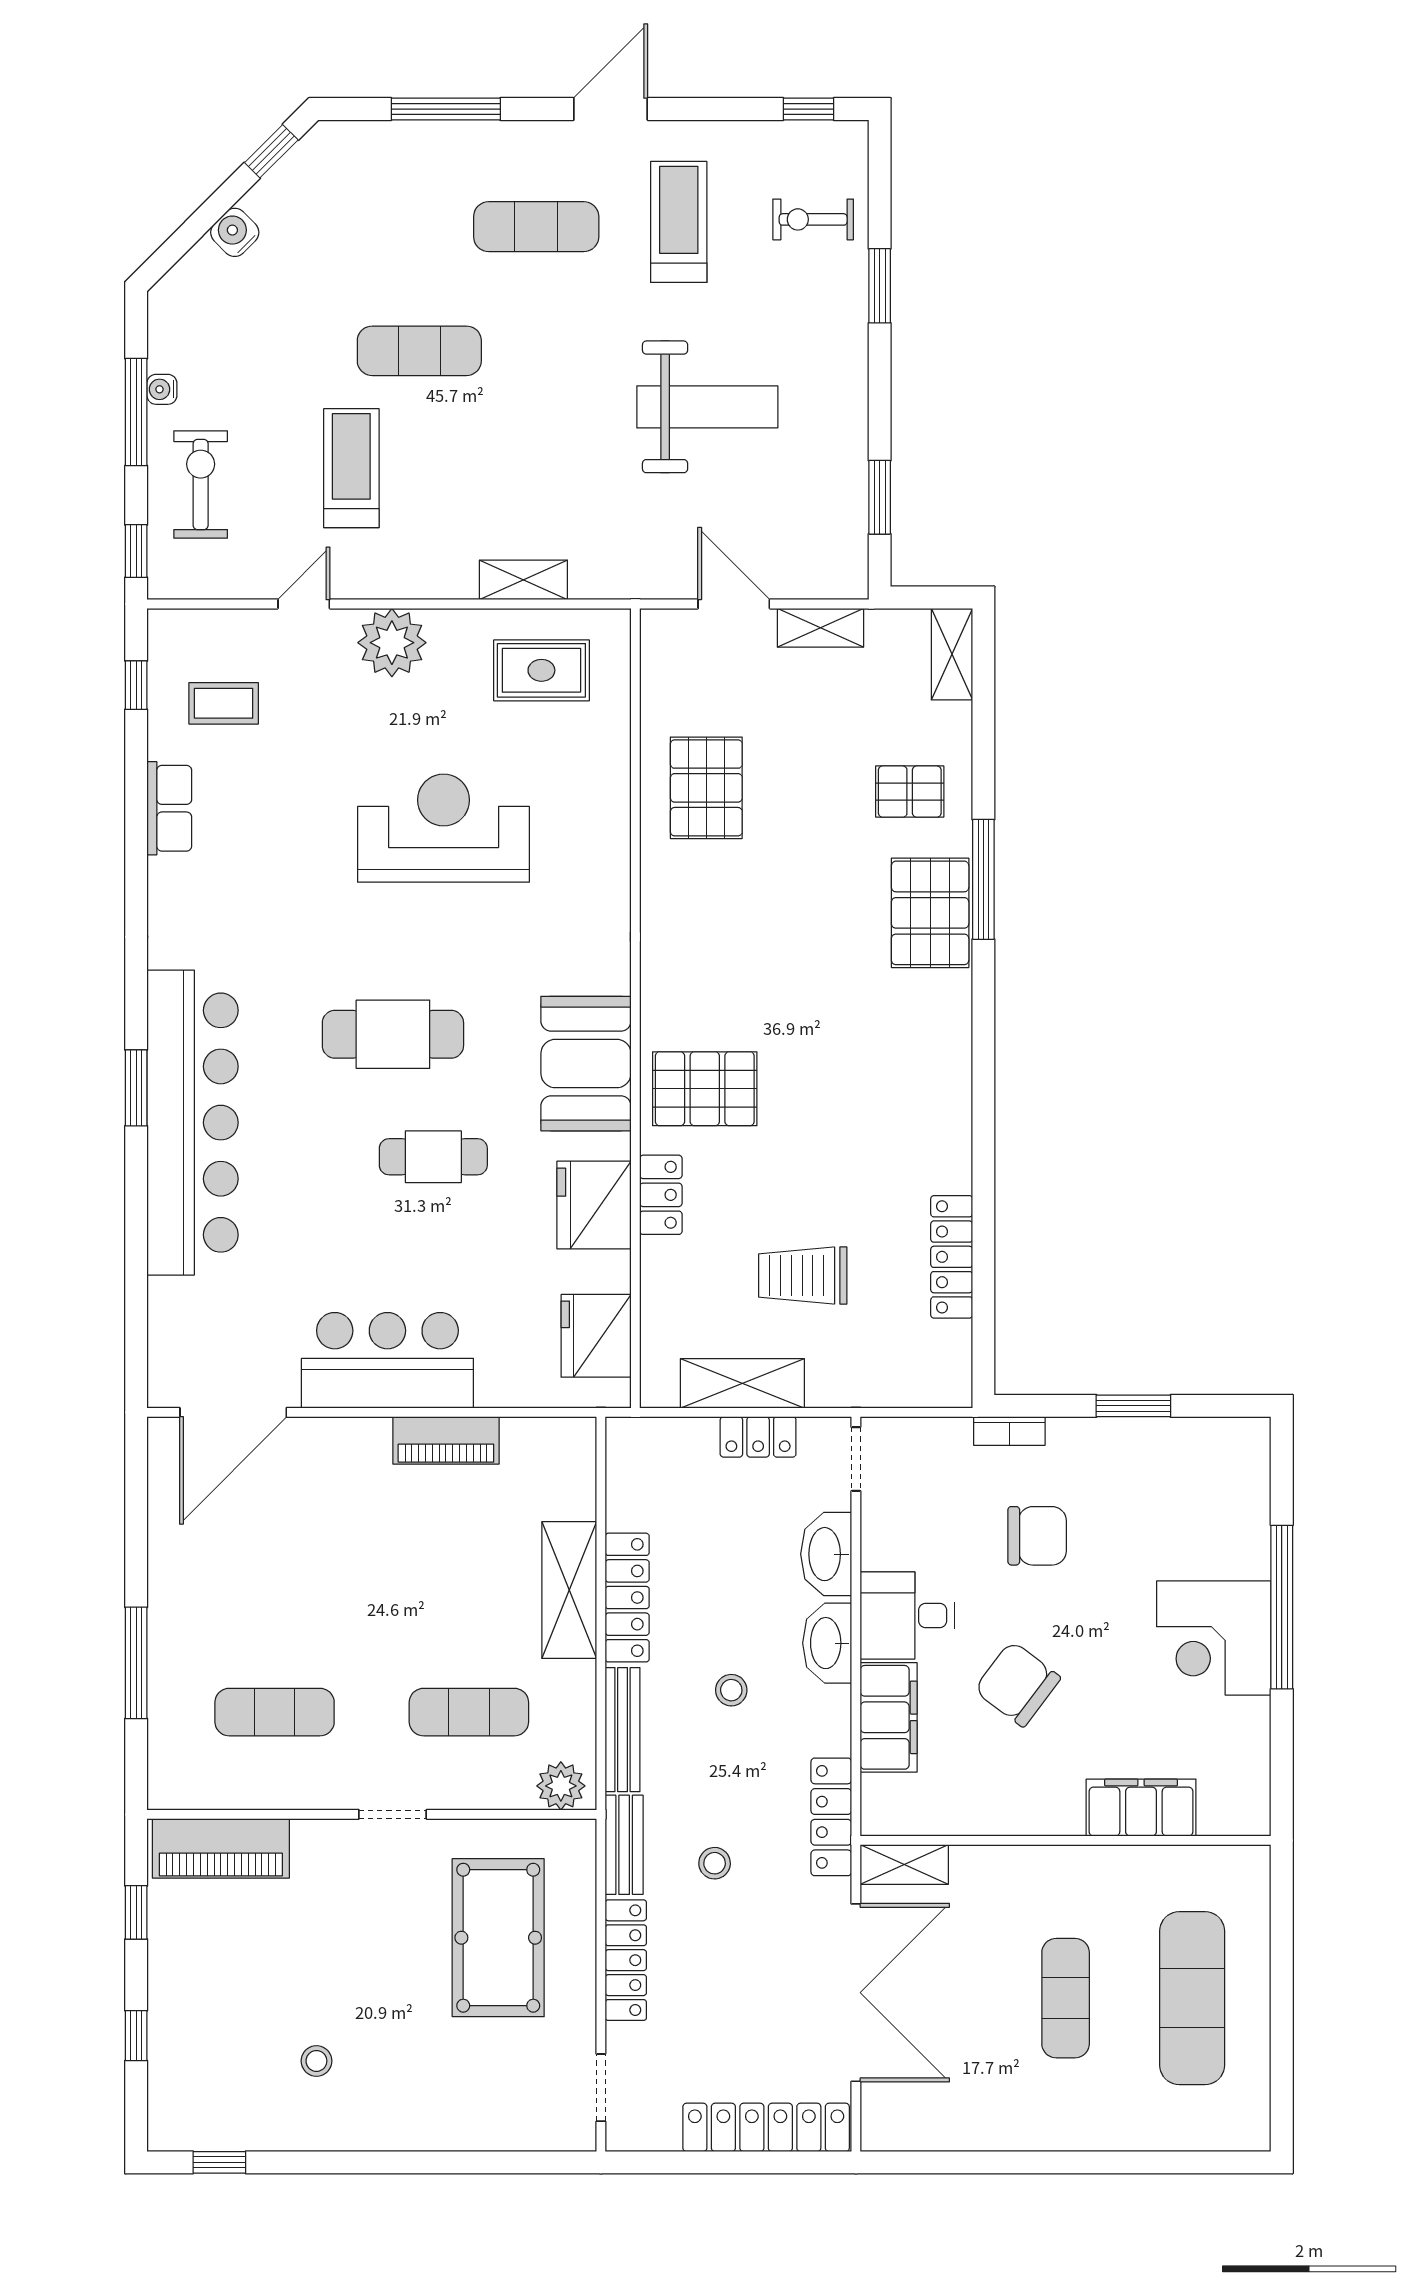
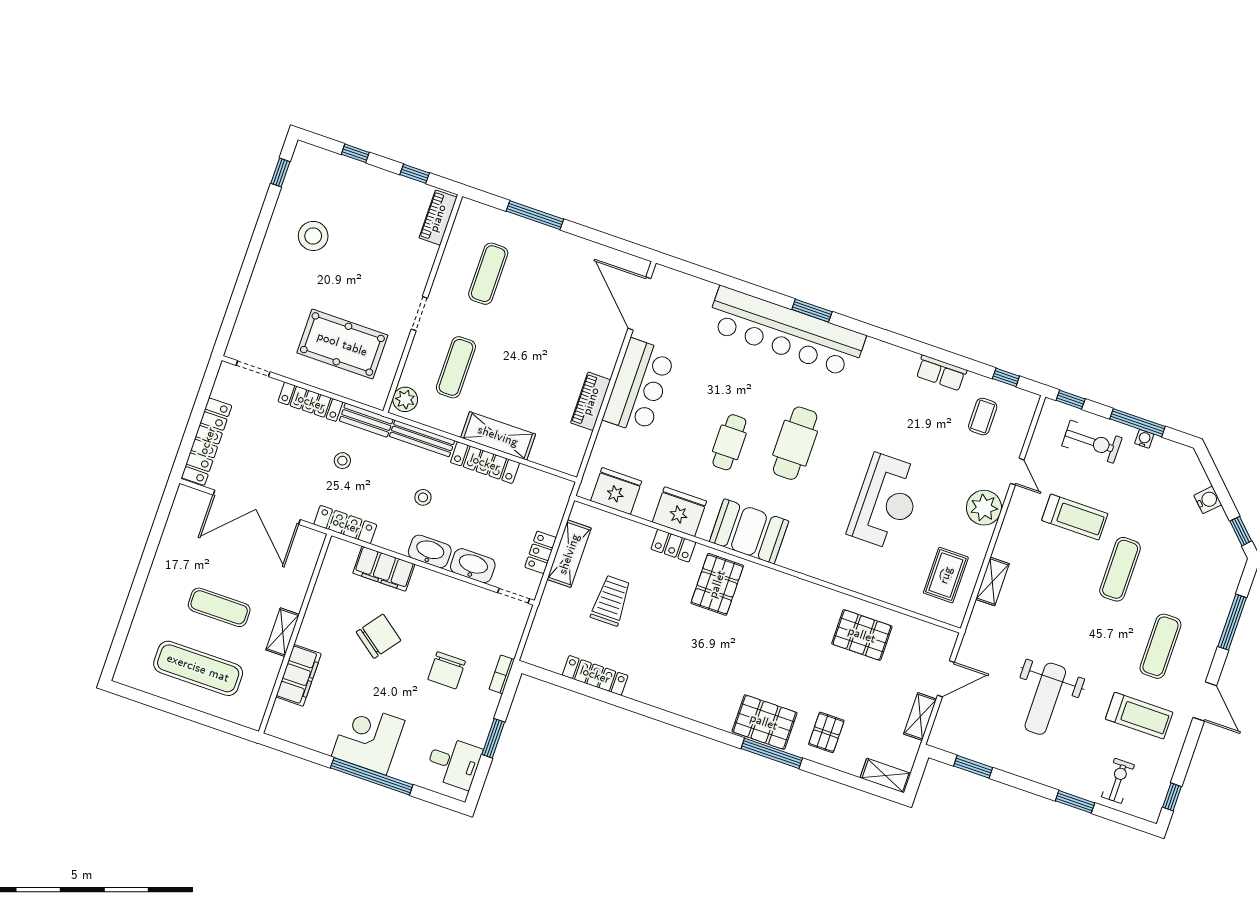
desk: (907, 1615) -> (454, 762), moved, turned 90
piano: (221, 1848) -> (438, 218), width x0.73, depth x0.75
shelving: (904, 1864) -> (283, 632), moved
stool: (316, 2061) -> (313, 236), width x1.89, depth x1.89

